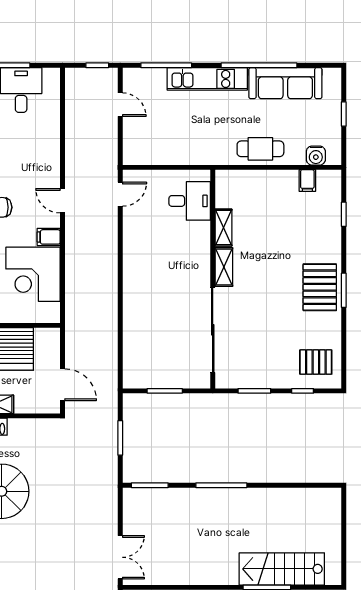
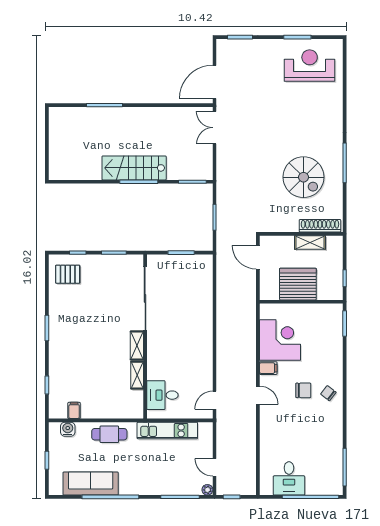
plant: (130, 75) -> (207, 490), added
kitchen unit: (207, 79) -> (167, 431), moved, turned 180
pallet: (320, 287) -> (65, 330), removed
stairs: (282, 569) -> (134, 168), moved, turned 180

